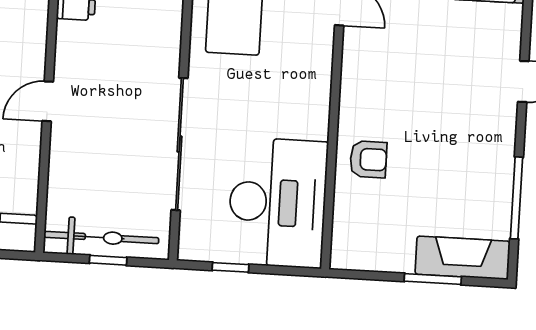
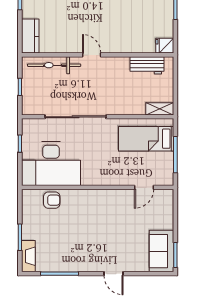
armchair: (368, 159) -> (52, 200), moved, turned -90
bicycle: (101, 237) -> (54, 65), moved, turned 90
fireplace: (463, 258) -> (28, 256), width x0.73, depth x0.76

